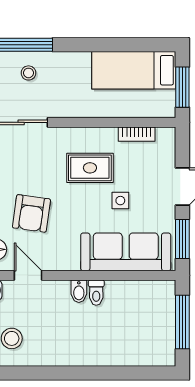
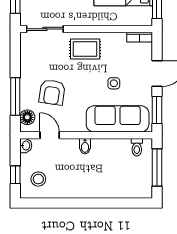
bookcase: (137, 134) -> (140, 37), moved
rug: (90, 168) -> (85, 49), moved
toilet: (96, 293) -> (137, 147), moved

